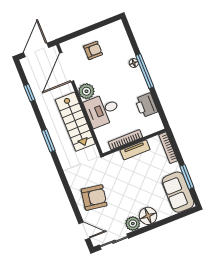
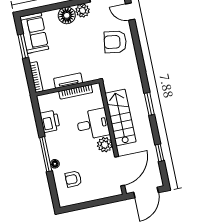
armchair: (93, 50) -> (73, 179), moved

